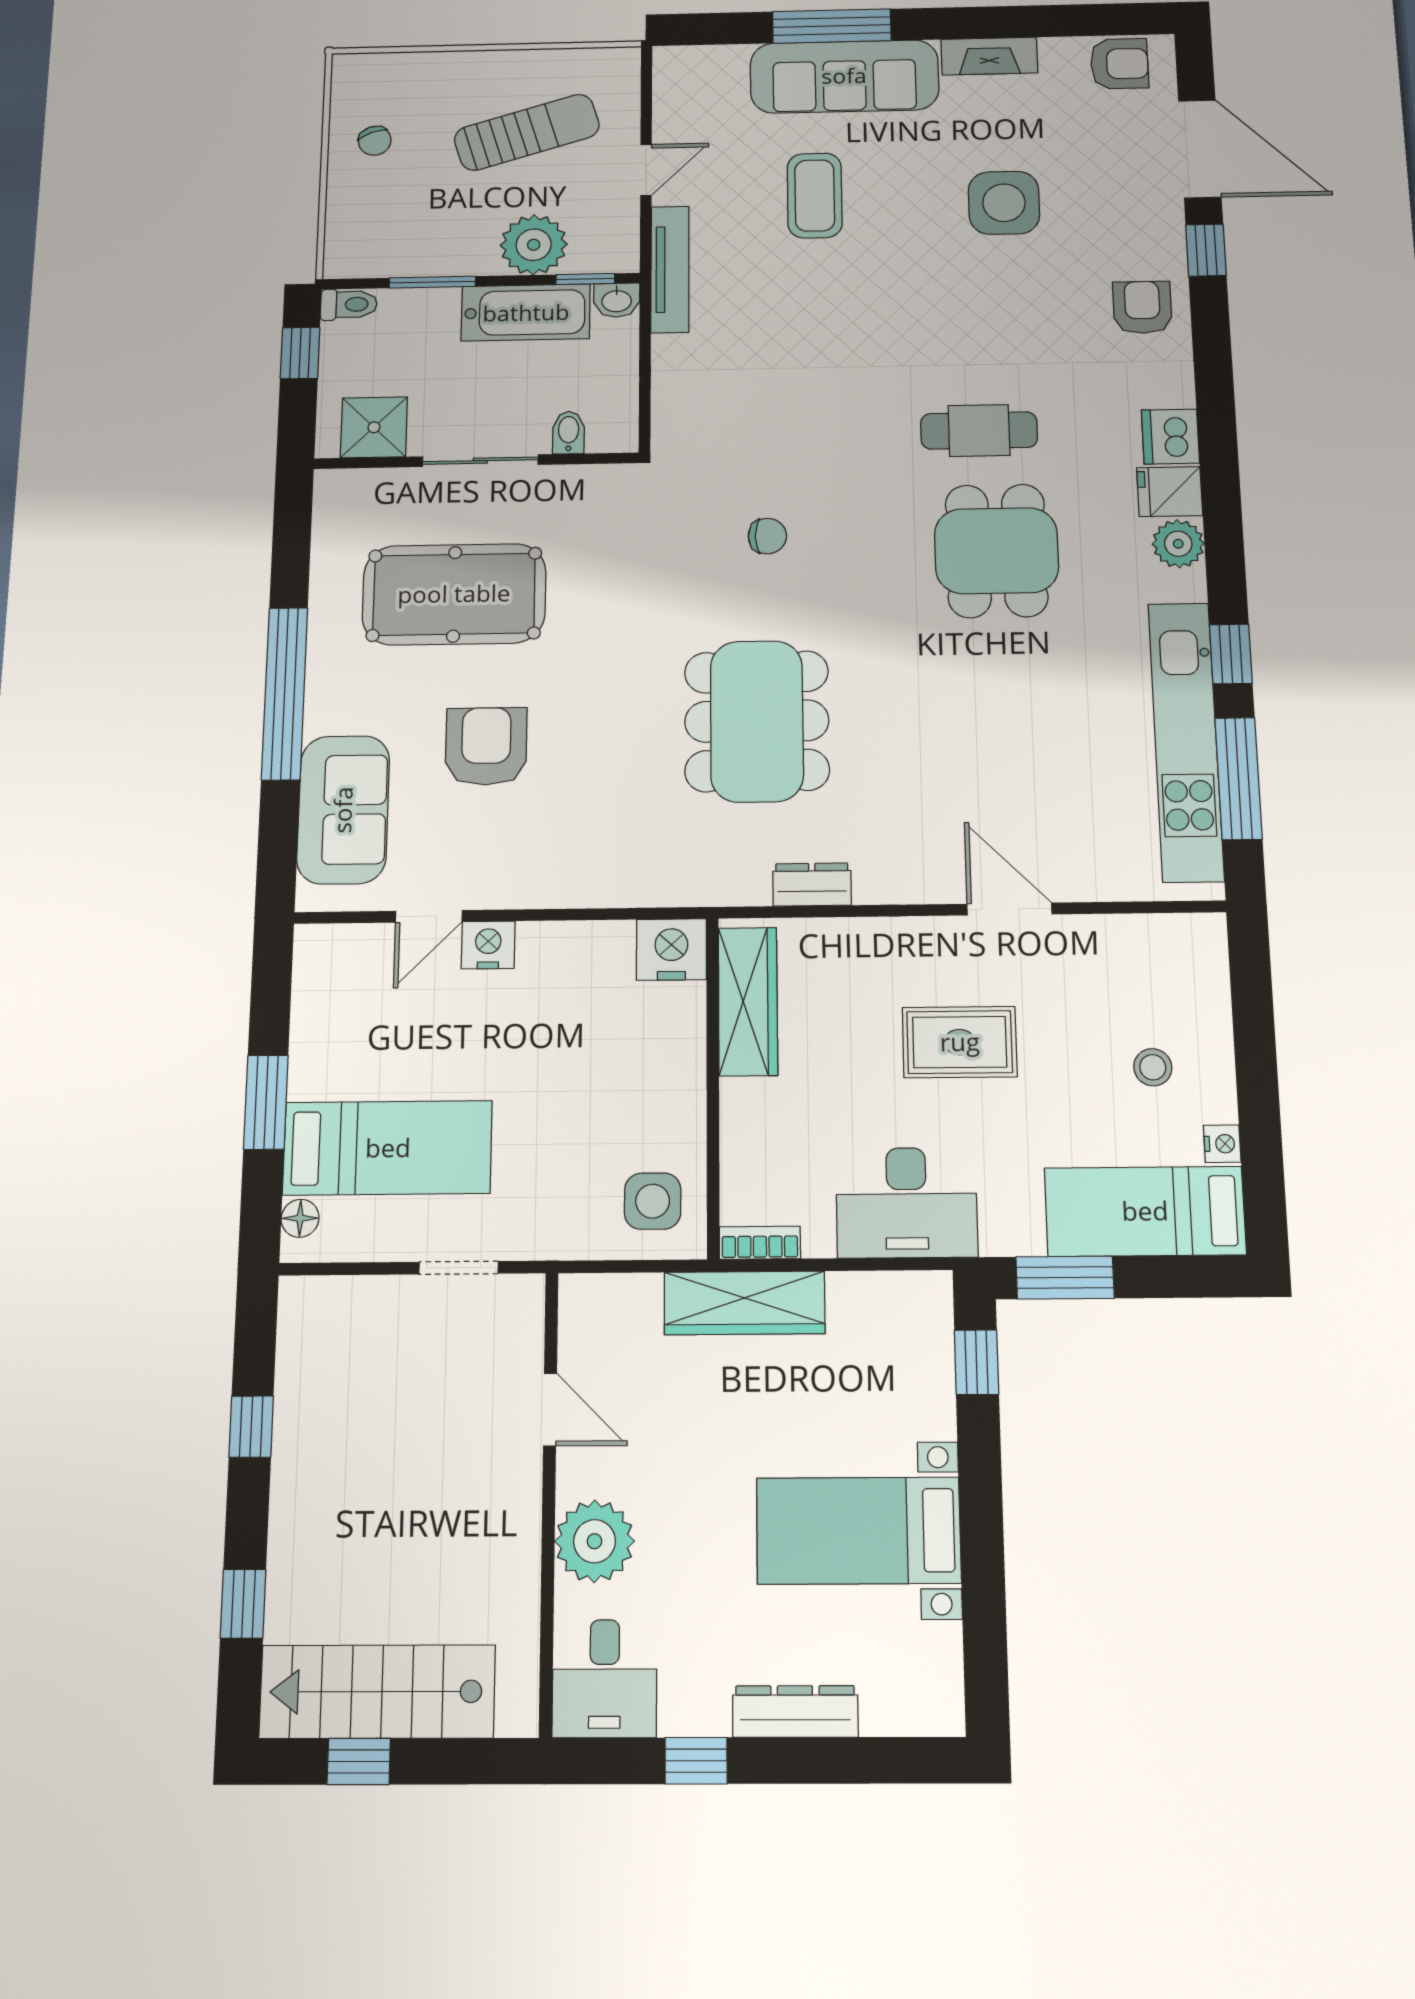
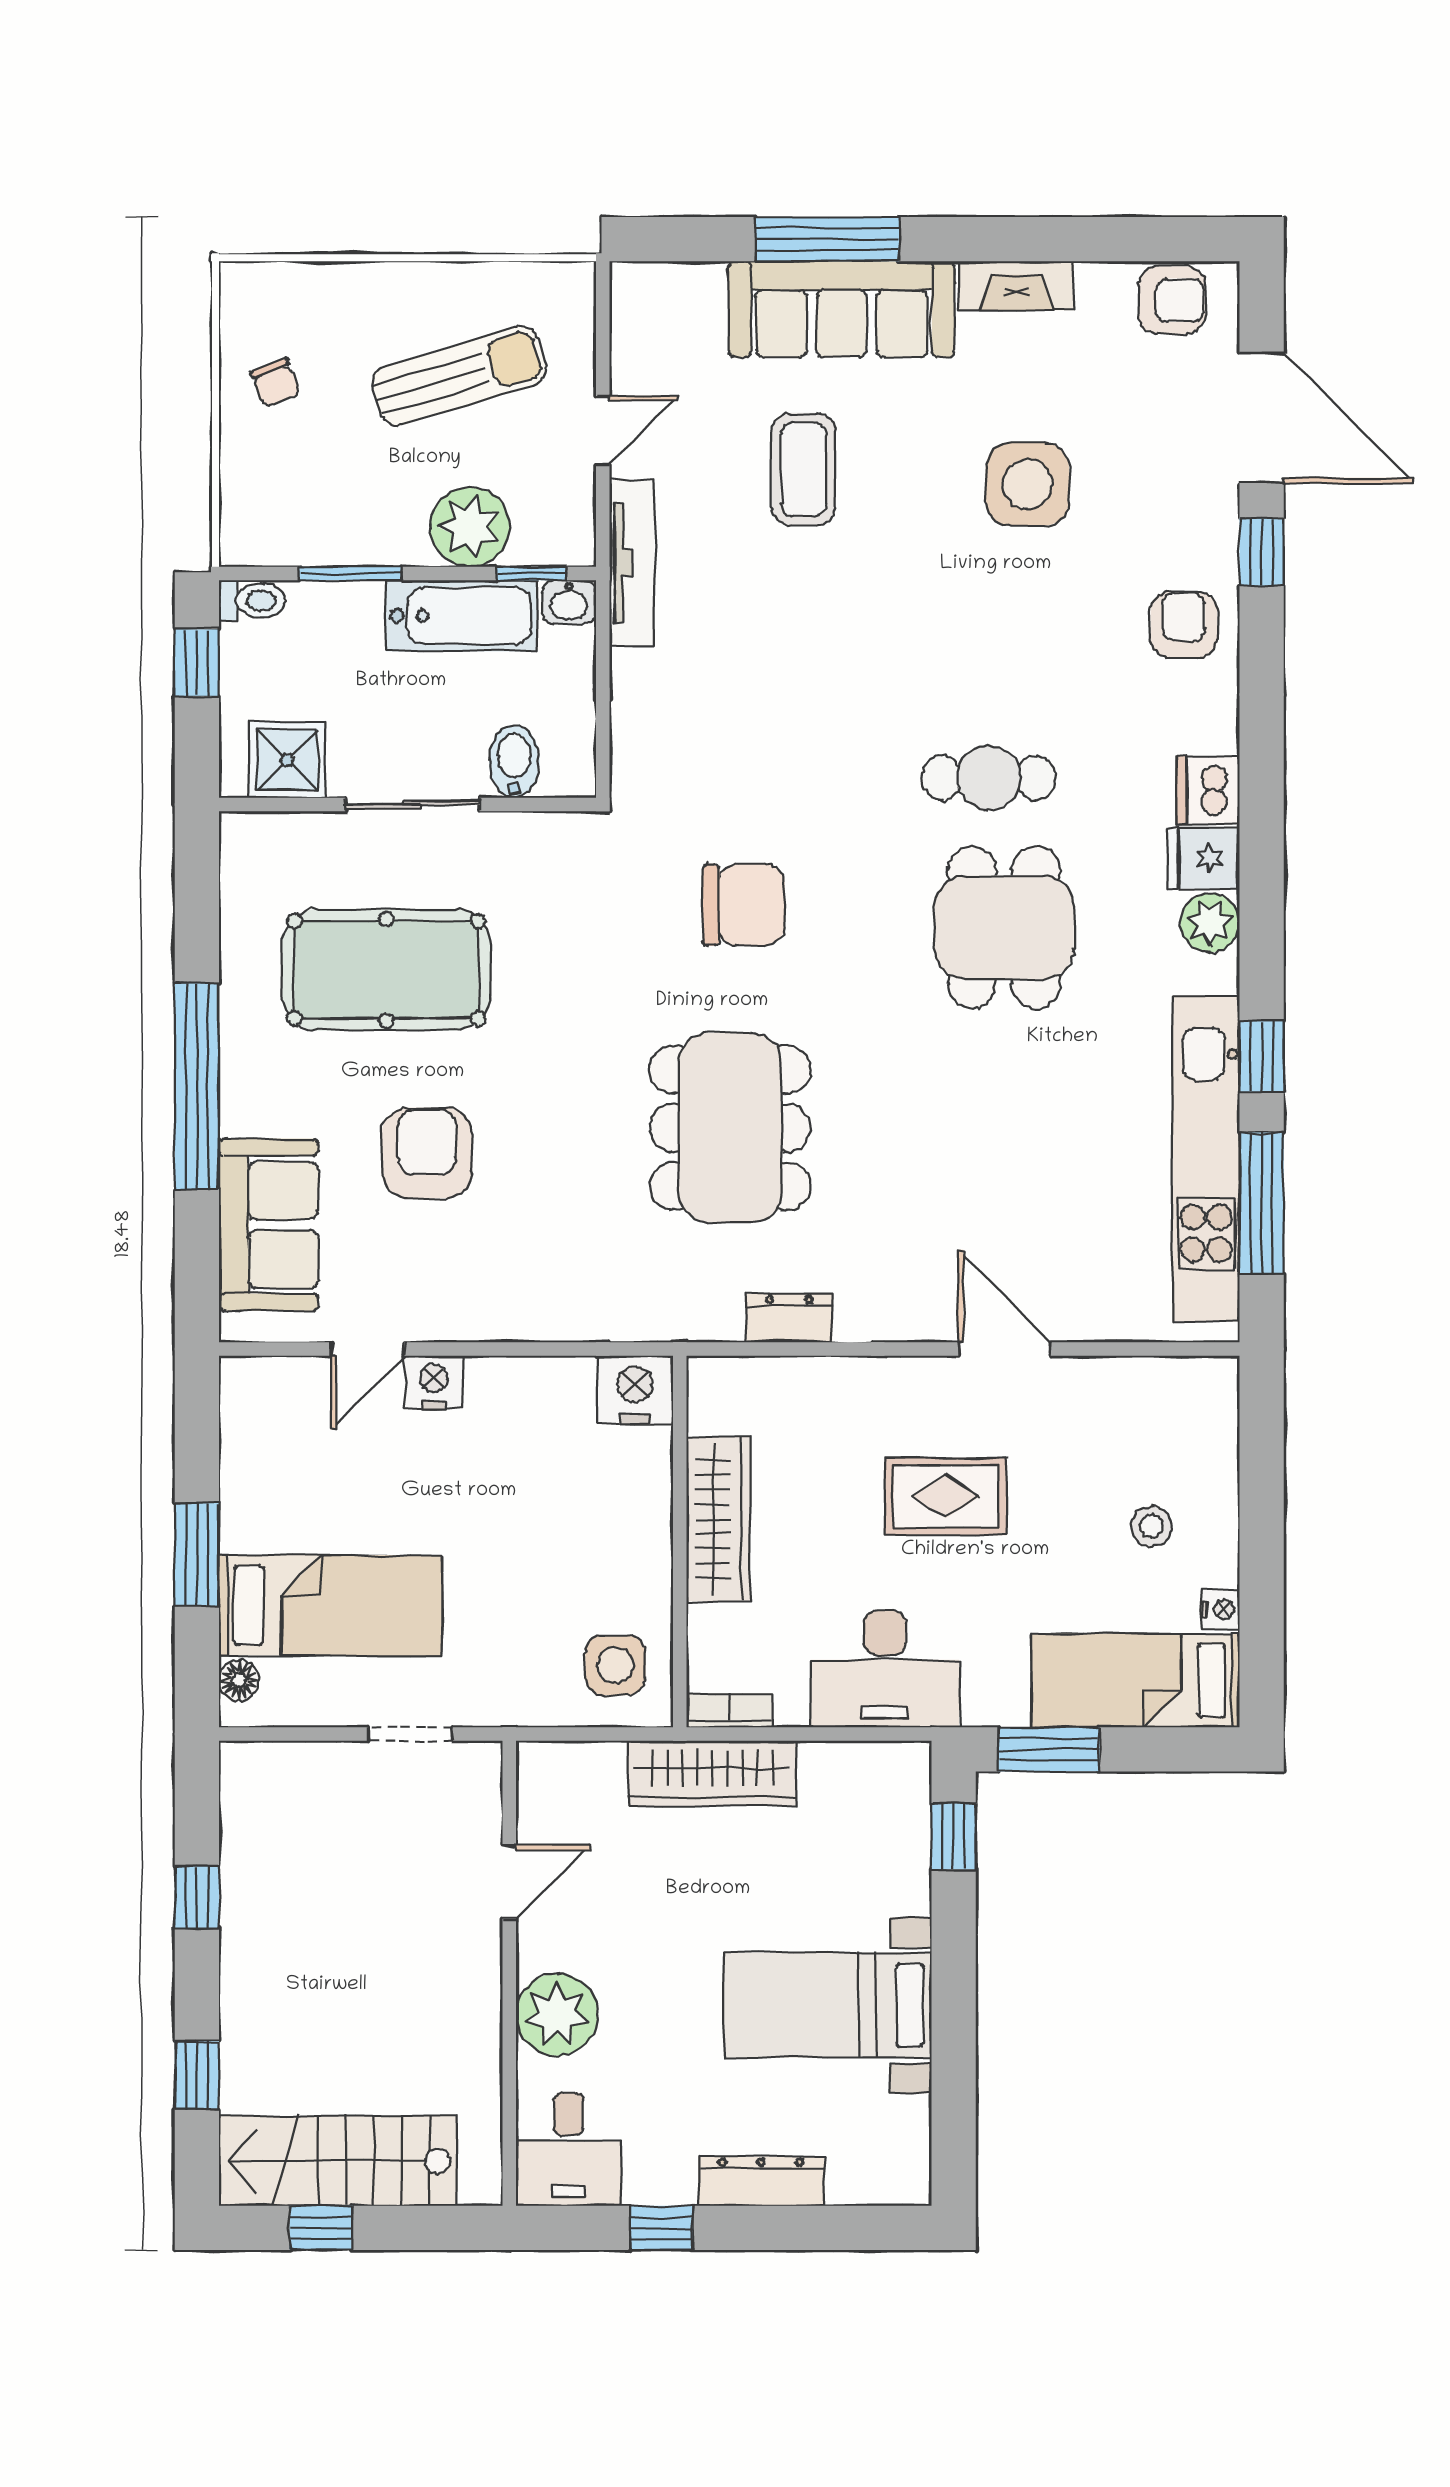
bidet: (569, 433) -> (514, 761), width x1.38, depth x1.36
chair: (767, 536) -> (744, 905), width x1.87, depth x1.87
wardrobe: (748, 1001) -> (718, 1519), moved
door: (550, 1410) -> (509, 1882), hinge flipped

